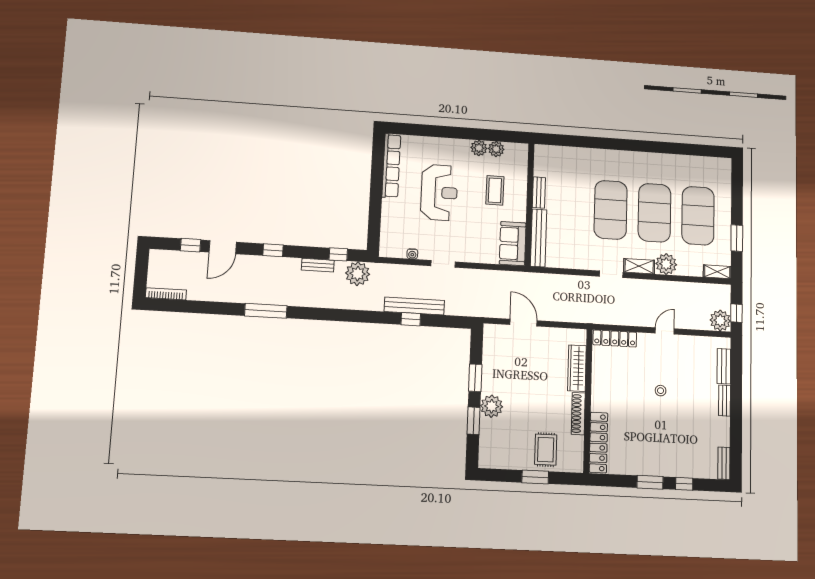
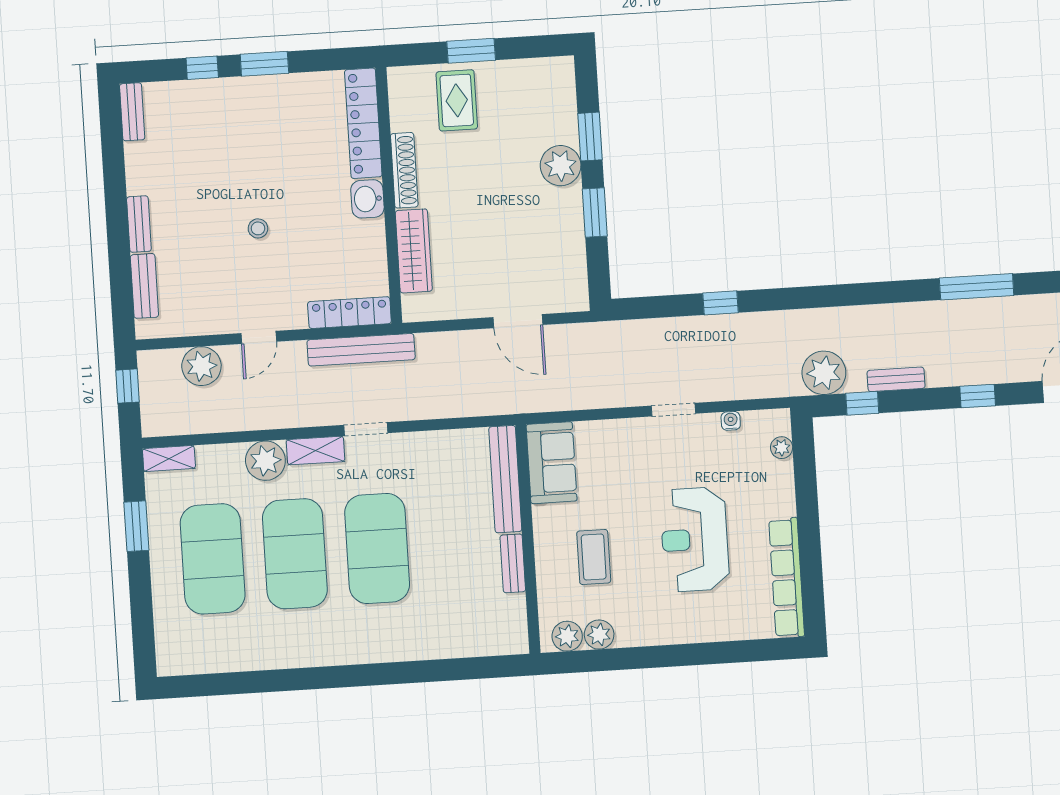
plant: (479, 148) -> (567, 636), moved
plant: (386, 236) -> (782, 448), added
bench: (414, 306) -> (361, 350), moved
plant: (720, 321) -> (201, 366), moved
washbasin: (600, 400) -> (367, 199), added

